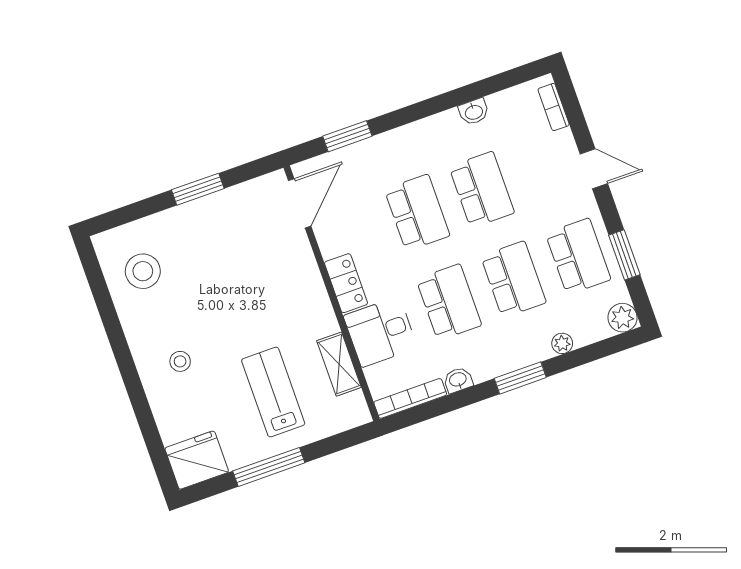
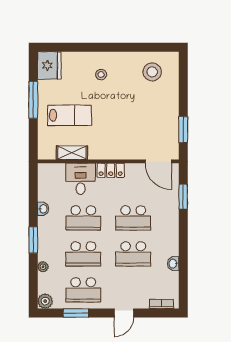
window: (198, 189) -> (183, 130), moved
bookcase: (410, 398) -> (42, 182), removed

